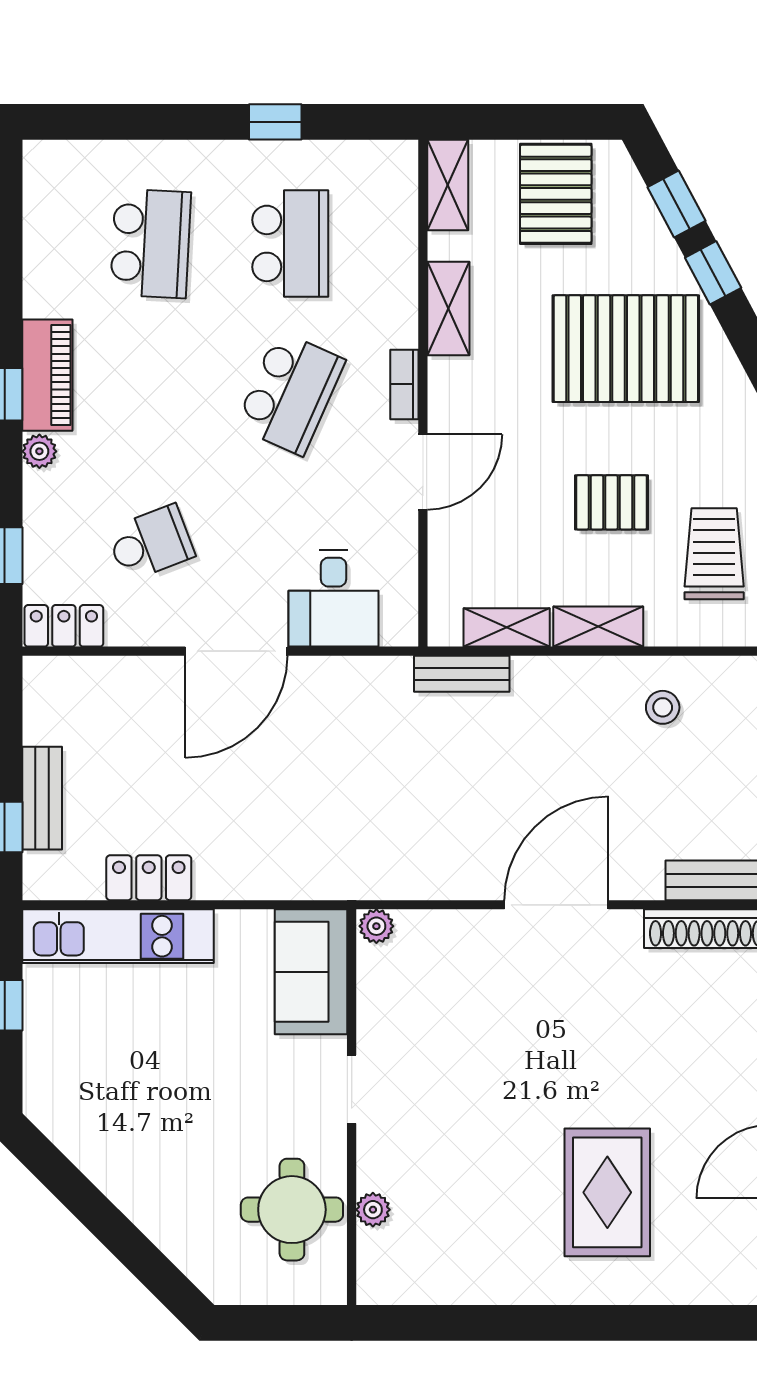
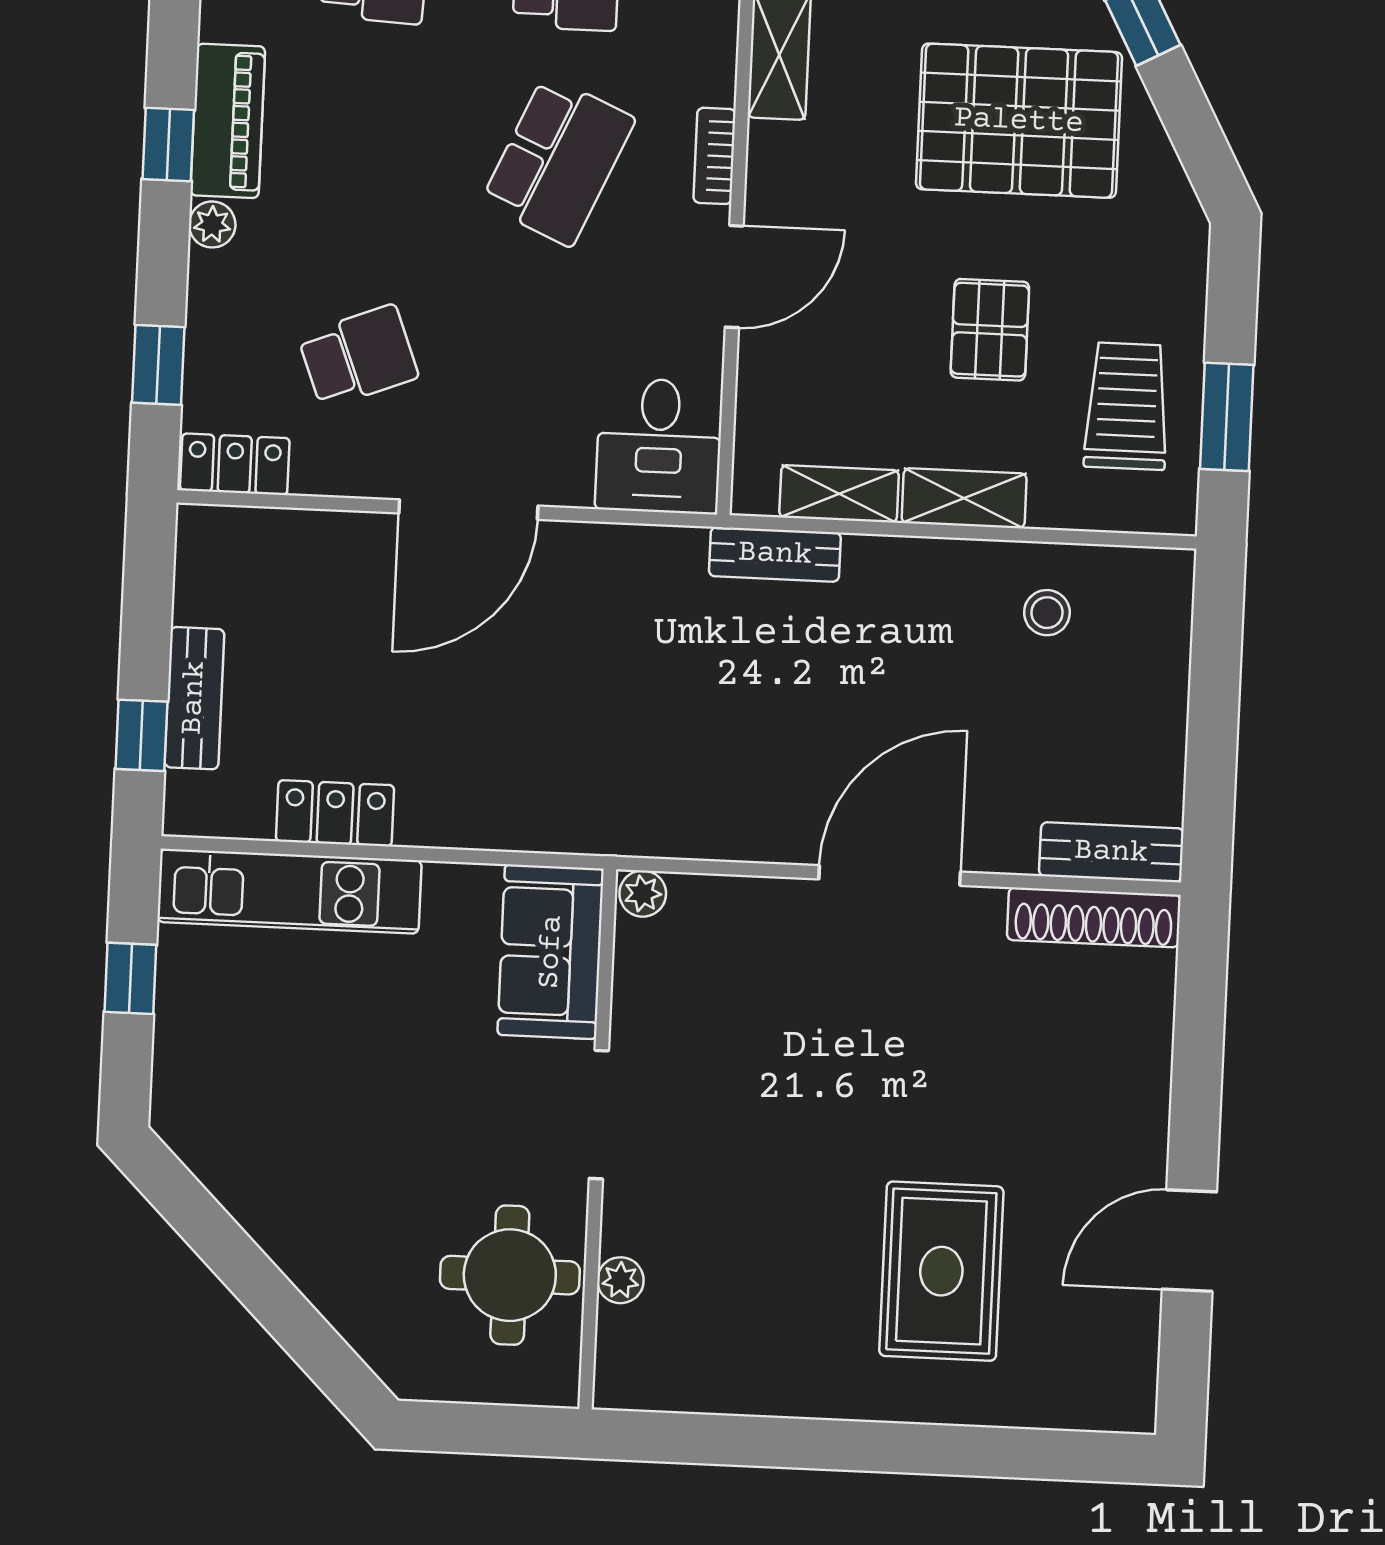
pallet: (611, 502) -> (990, 330), turned 90
desk: (333, 598) -> (659, 446), moved
doorway: (352, 1089) -> (599, 1115), width x1.38

